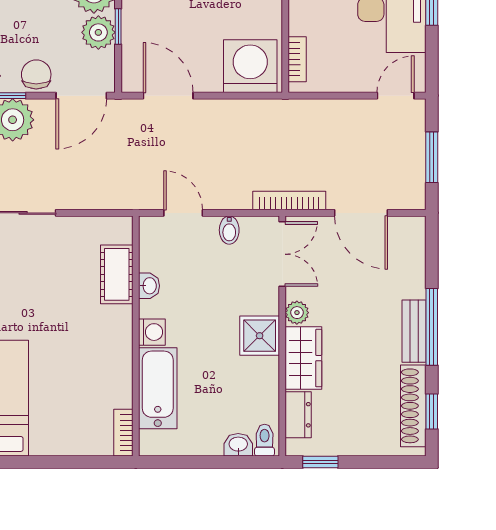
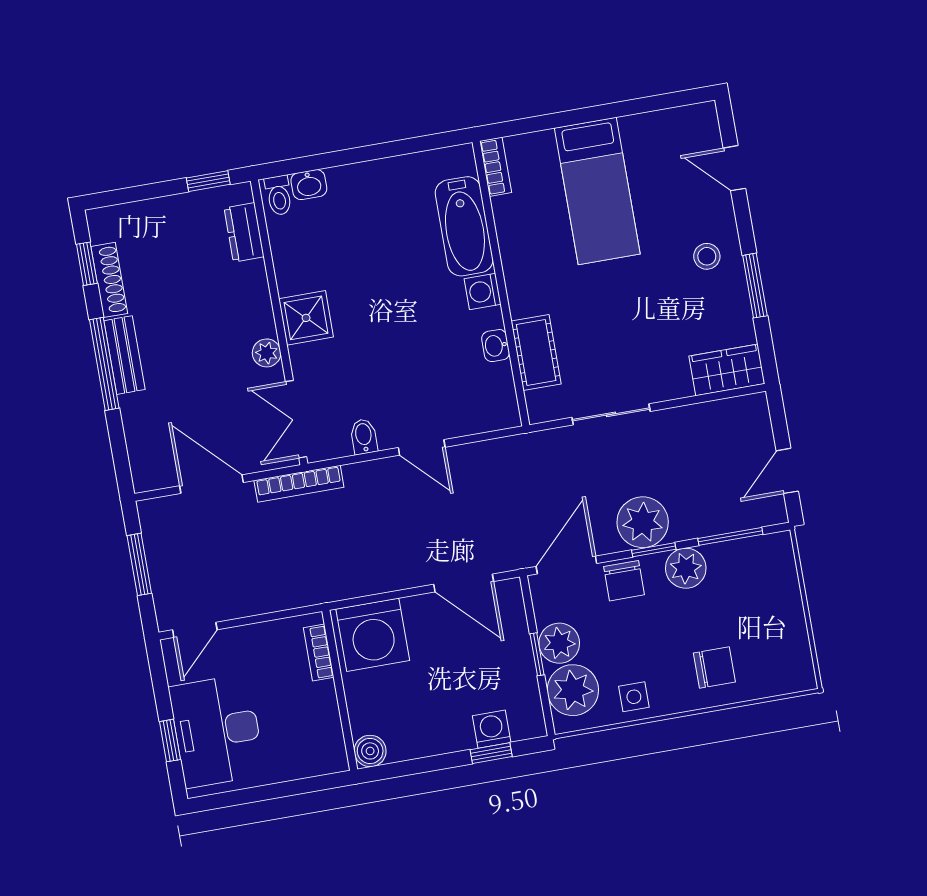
cot: (117, 274) -> (536, 353), moved
washbasin: (149, 286) -> (496, 346), moved
washing machine: (152, 332) -> (483, 292), moved
wall: (136, 336) -> (501, 284), moved
wardrobe: (303, 358) -> (250, 301), removed
bathtub: (158, 388) -> (464, 226), moved
shoe rack: (413, 406) -> (109, 280), width x0.74, depth x0.81
bookcase: (123, 433) -> (496, 167), moved

